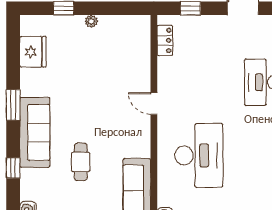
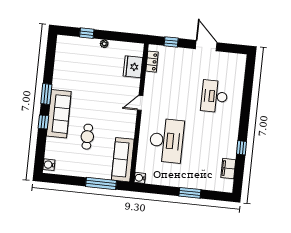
fridge: (33, 52) -> (133, 67), moved, turned 180
door: (154, 104) -> (140, 103), hinge flipped
window: (13, 168) -> (43, 122), moved

